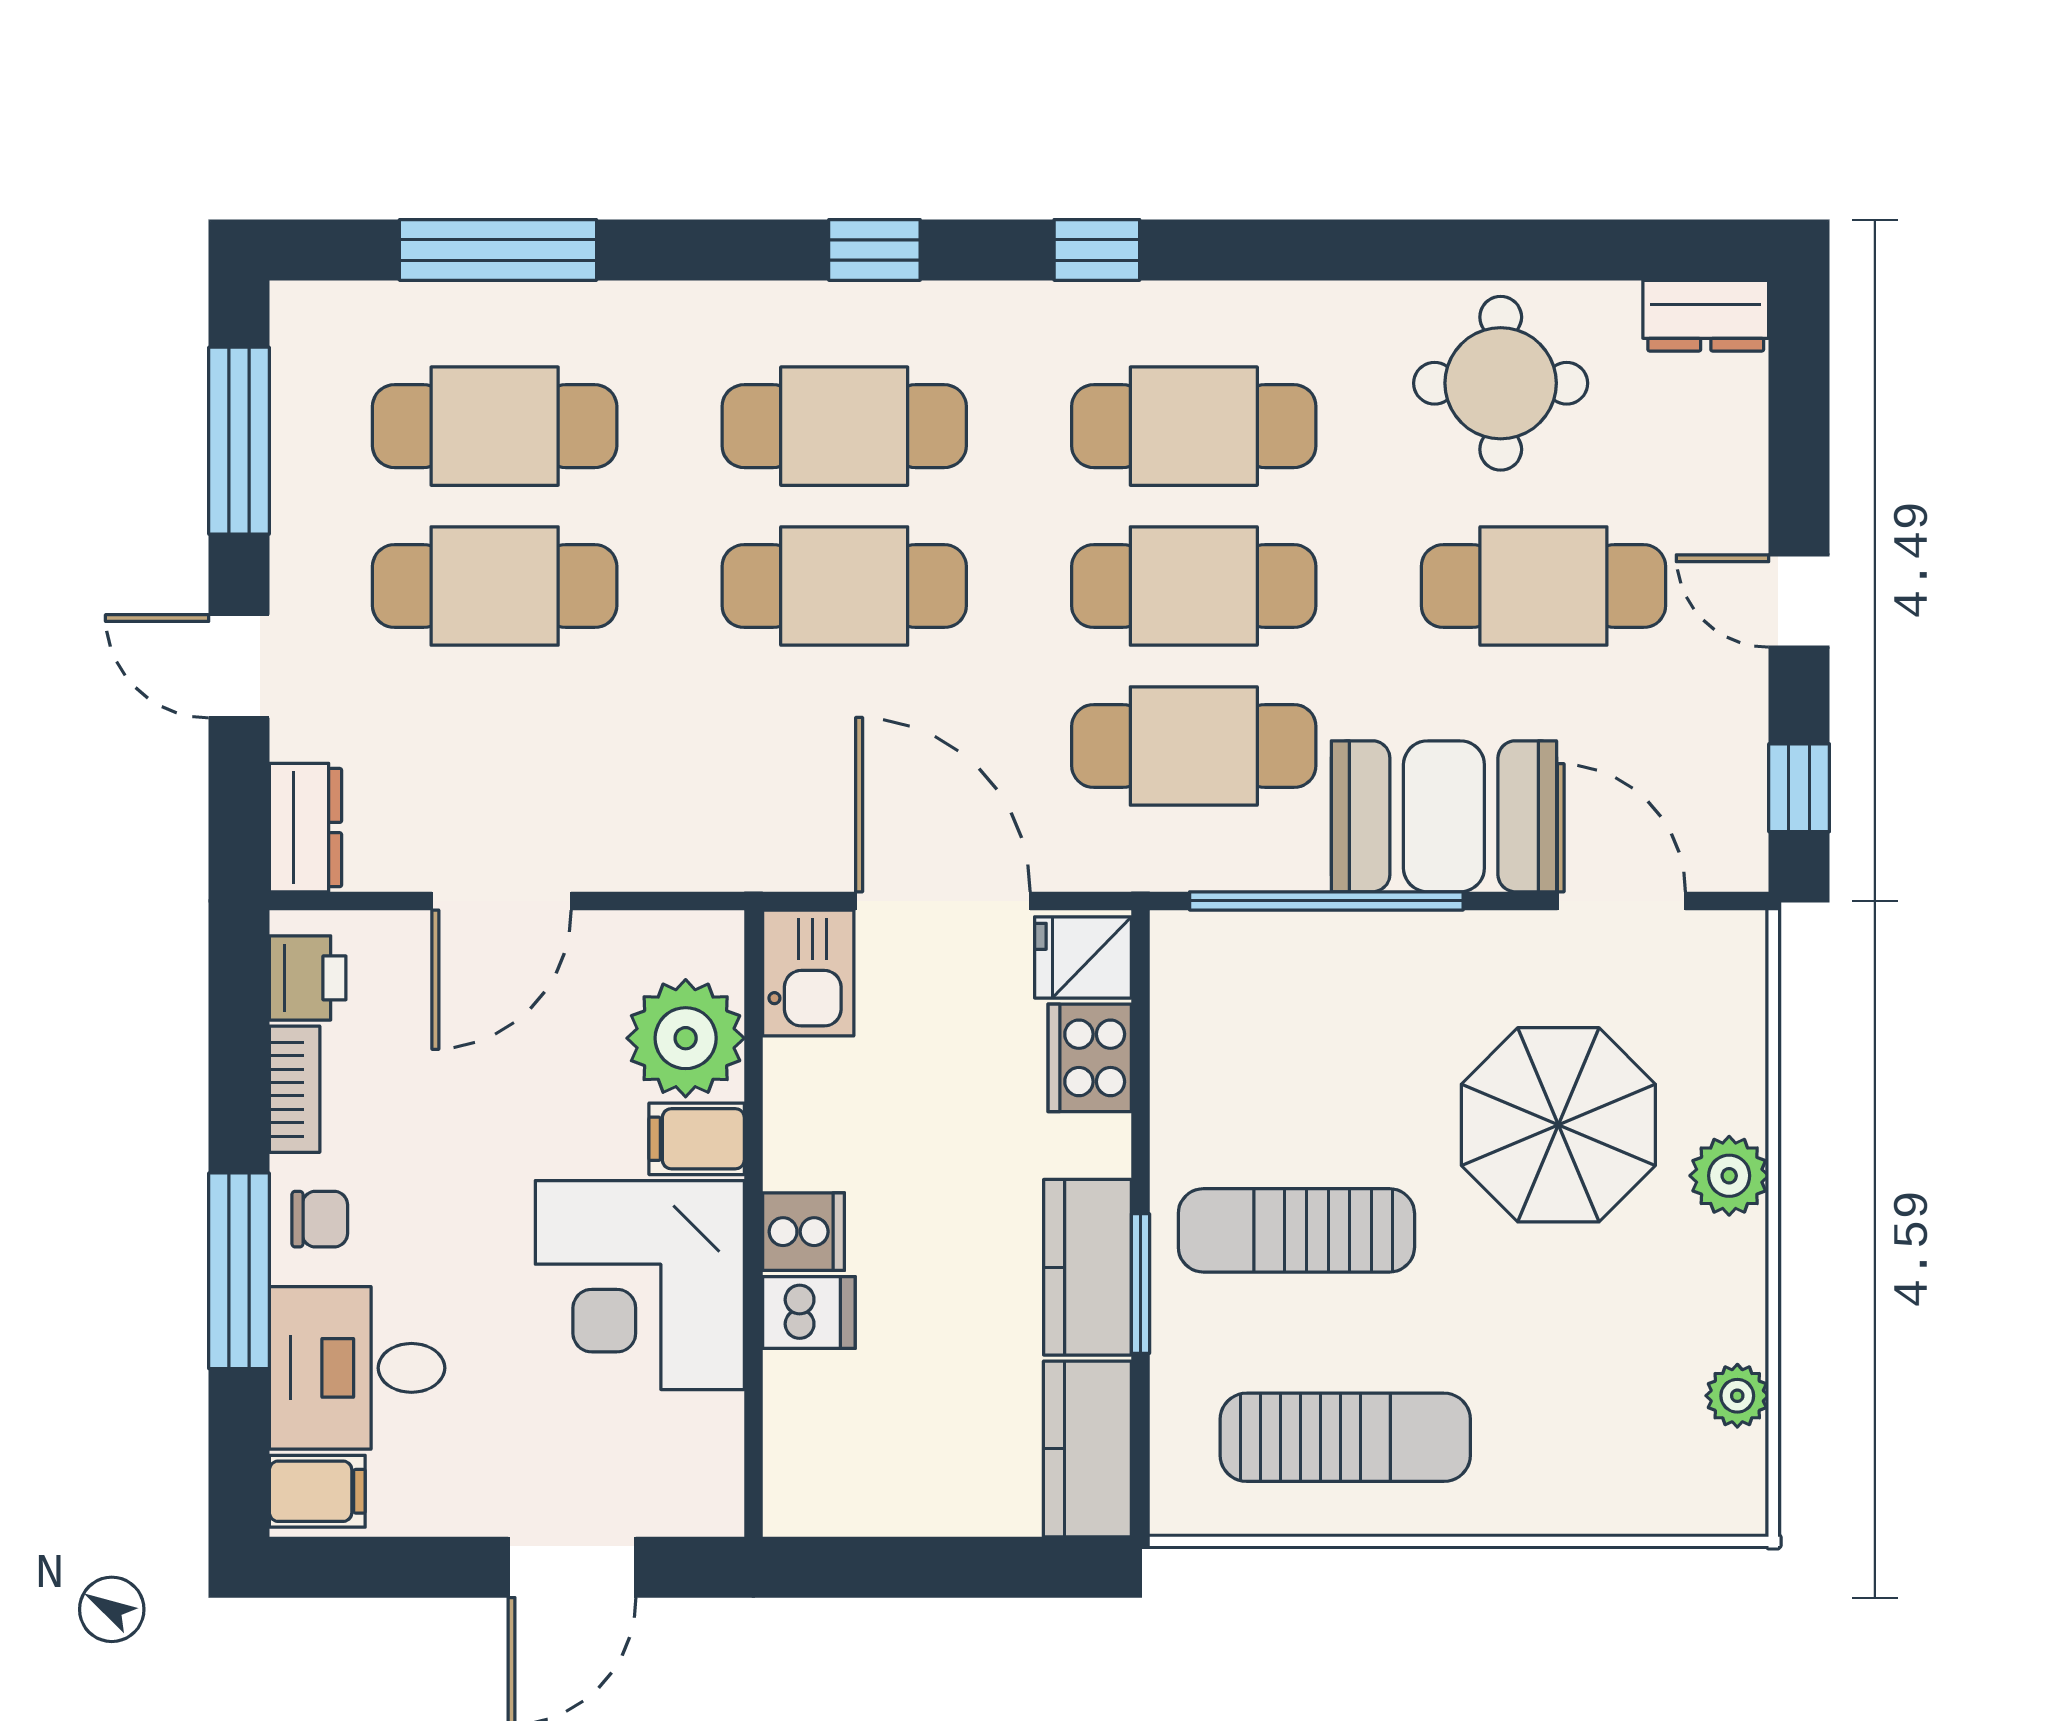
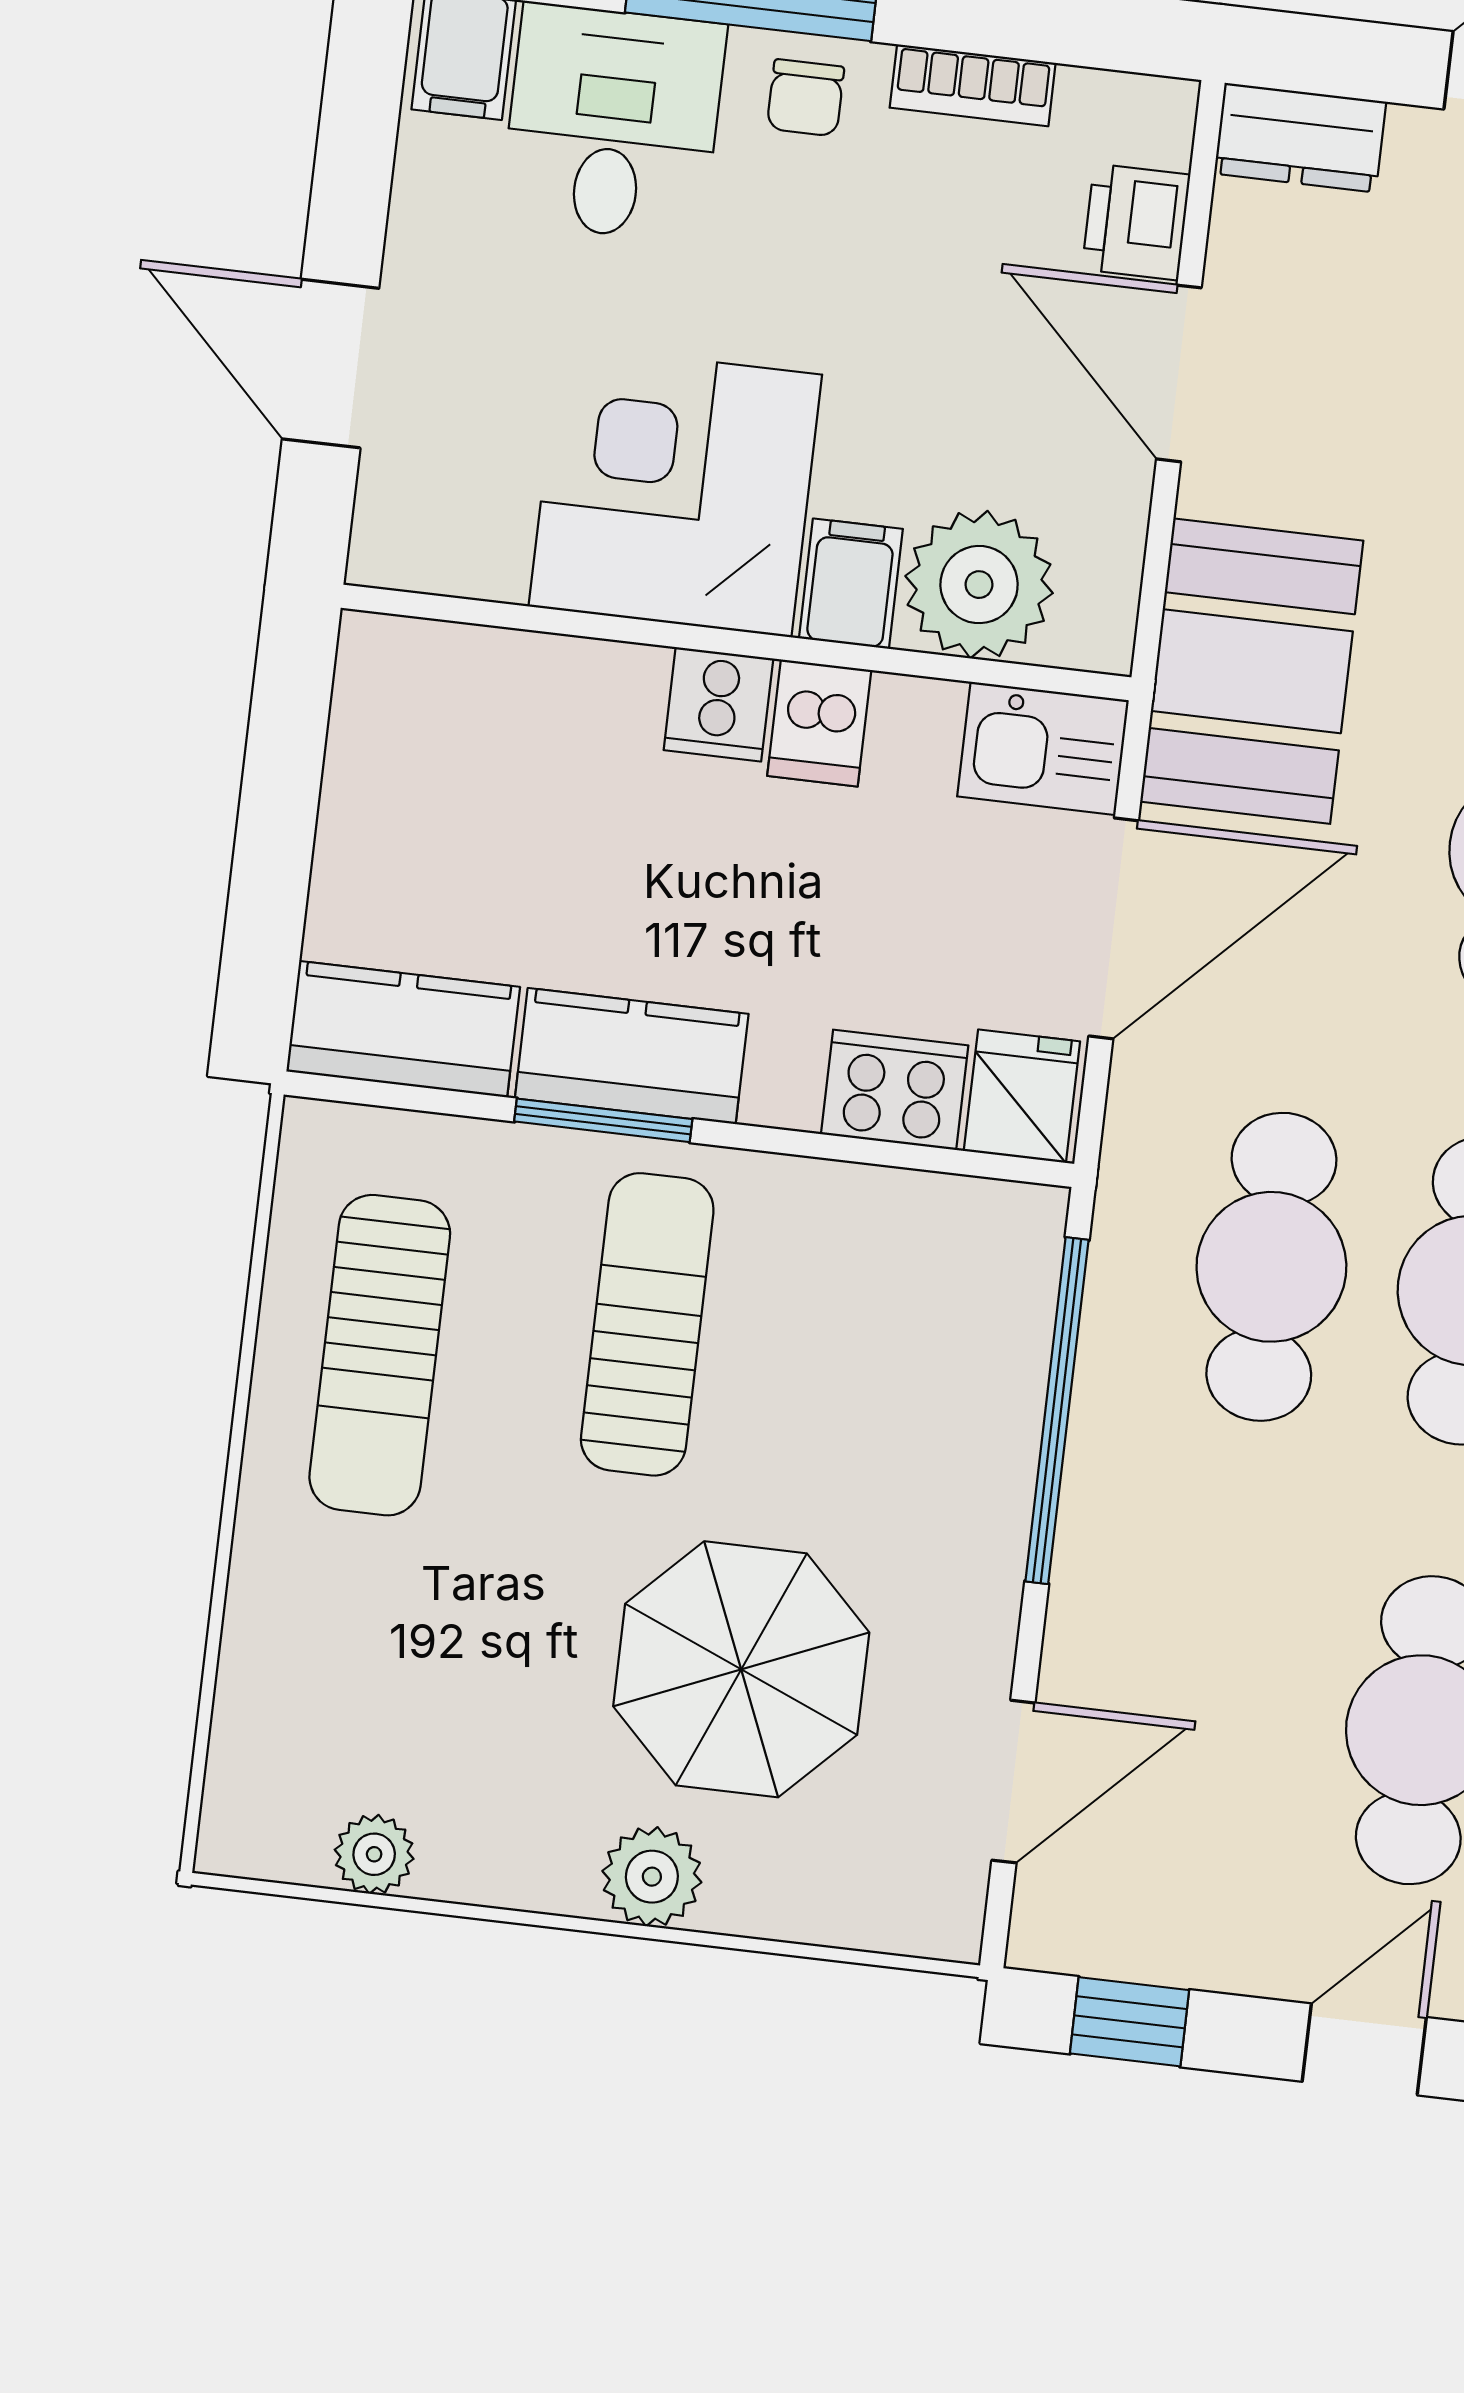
booth: (1444, 816) -> (1252, 671), moved
printer: (308, 978) -> (1136, 222), moved, turned 90
dishwasher: (809, 1312) -> (819, 723), moved

